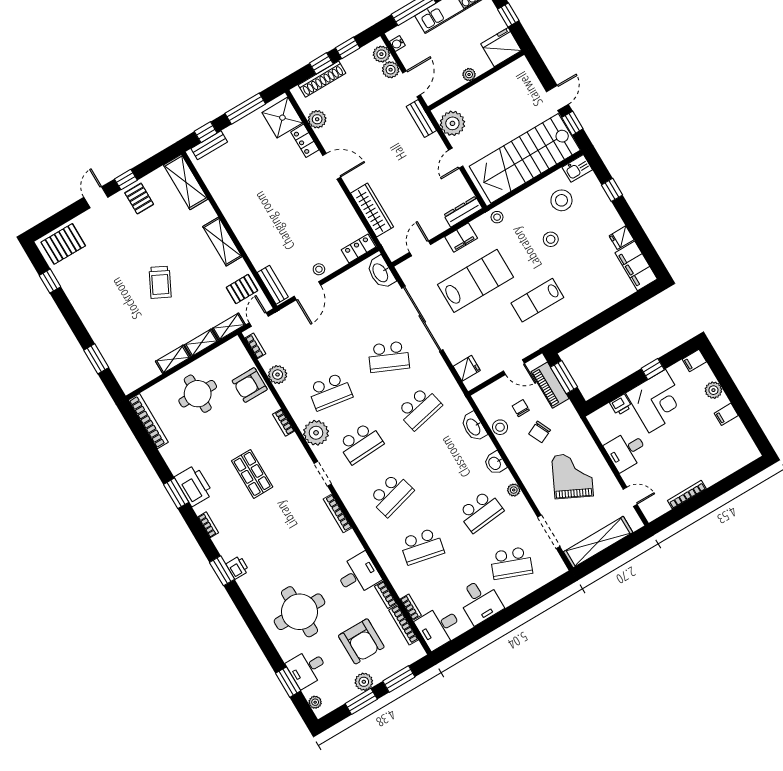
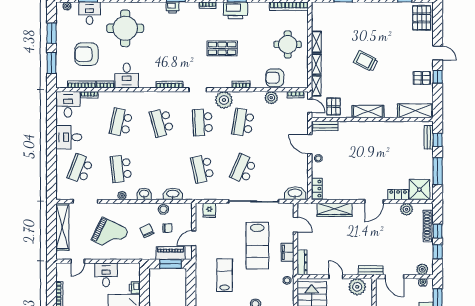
plant: (391, 70) -> (410, 269), removed
armchair: (250, 385) -> (275, 78), turned -90
plant: (364, 682) -> (62, 42), removed

